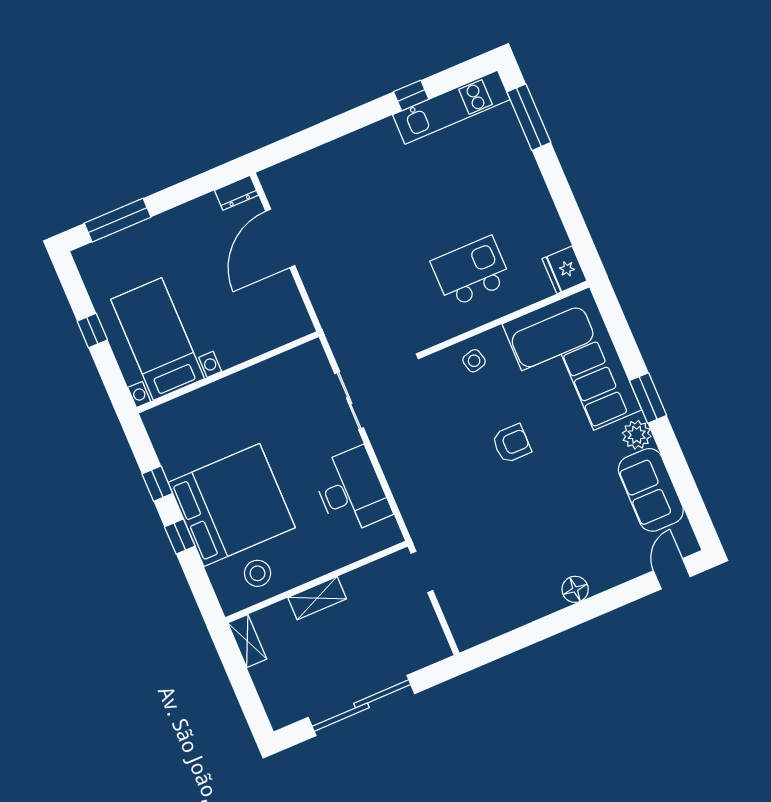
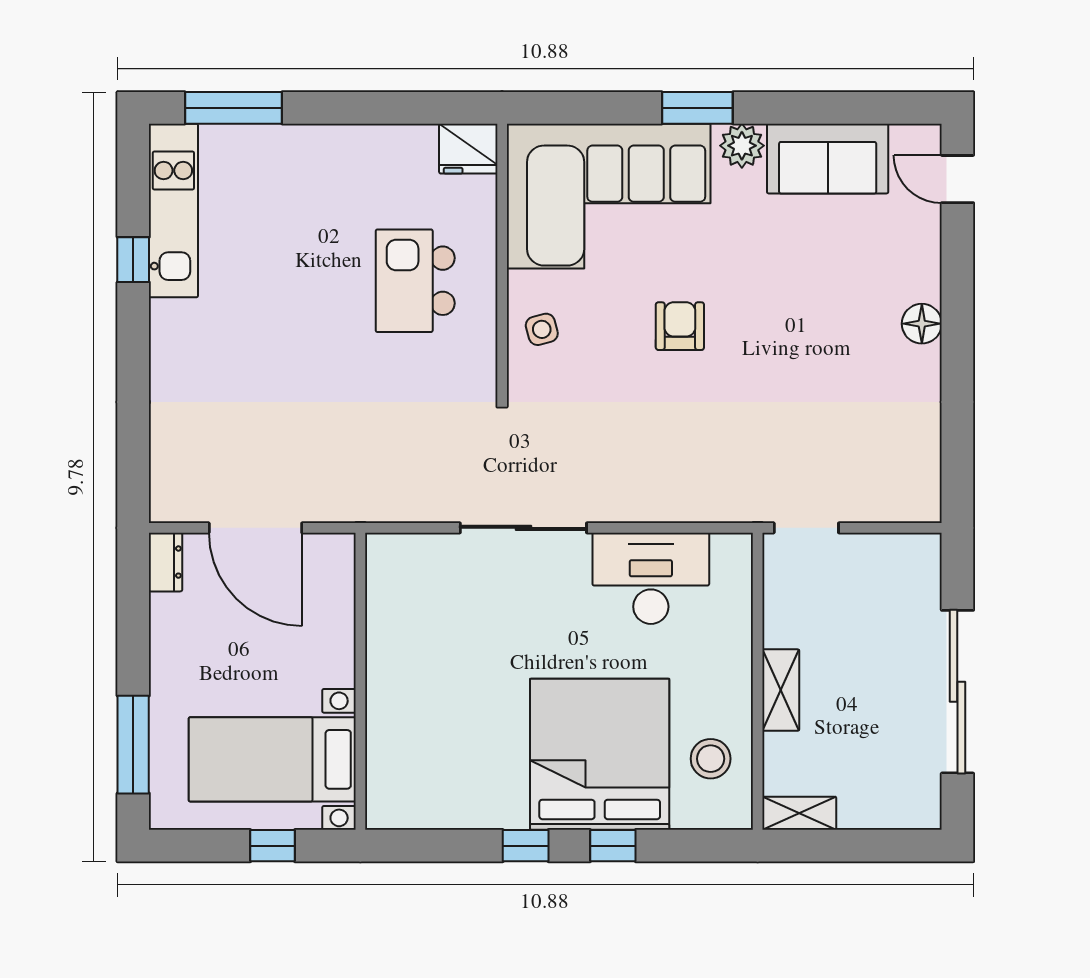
bed with nightstands: (158, 339) -> (272, 759), moved
wall: (228, 372) -> (360, 681), moved
sliding door: (349, 401) -> (523, 528), width x1.37

